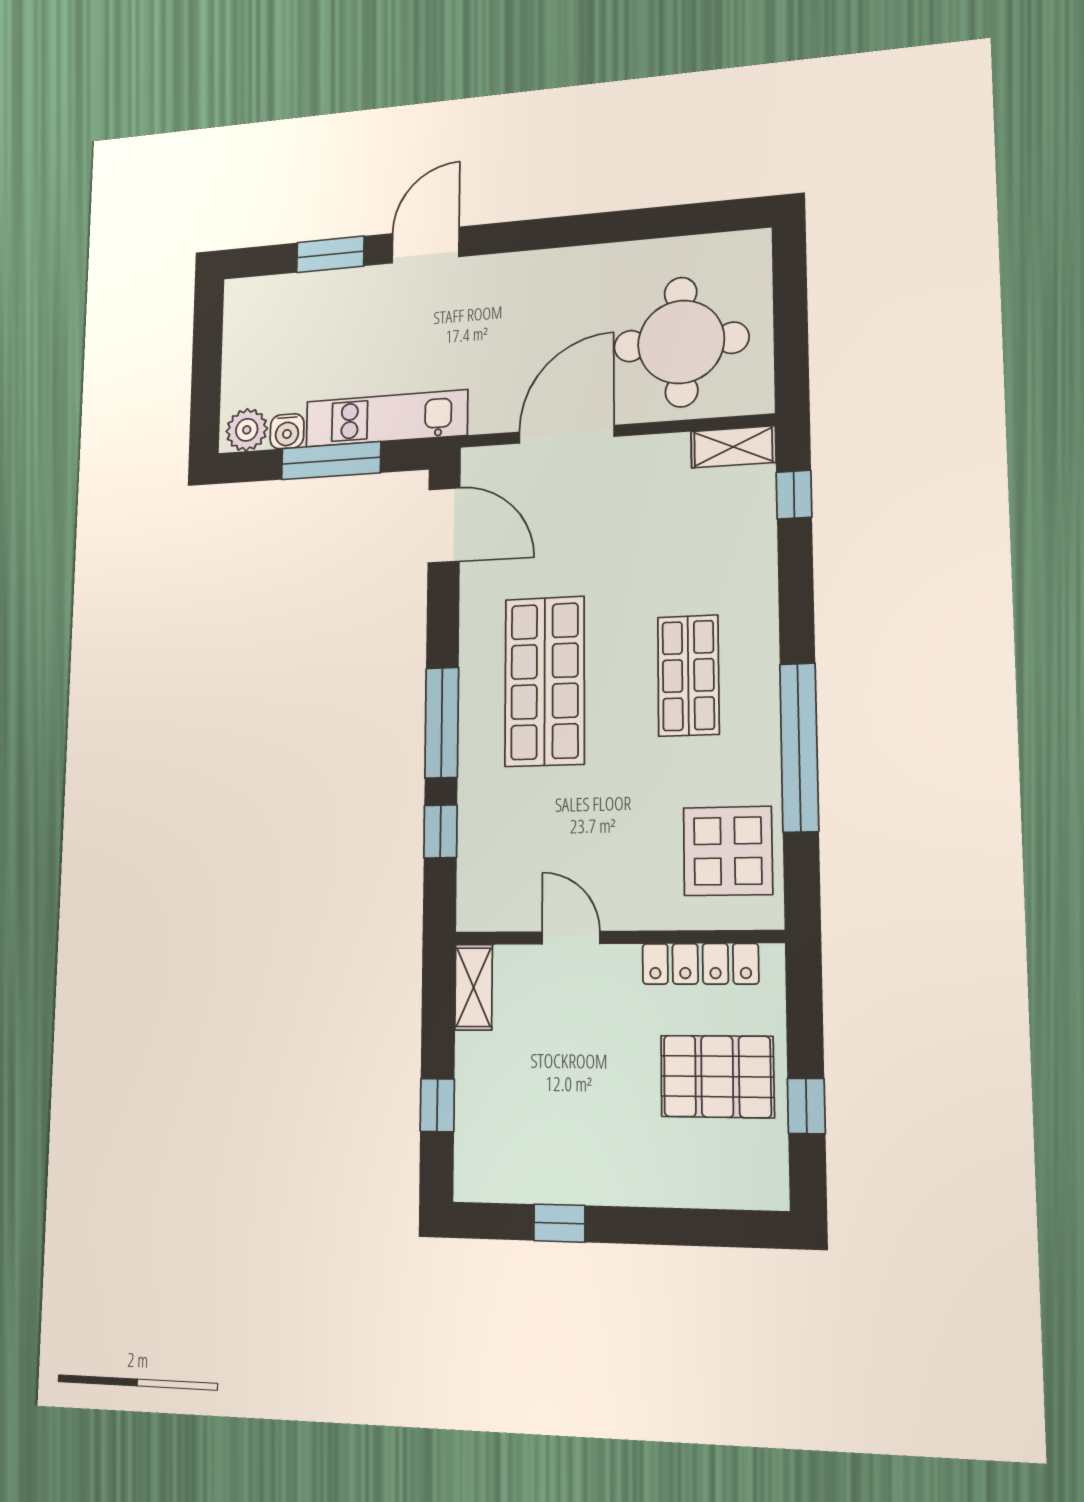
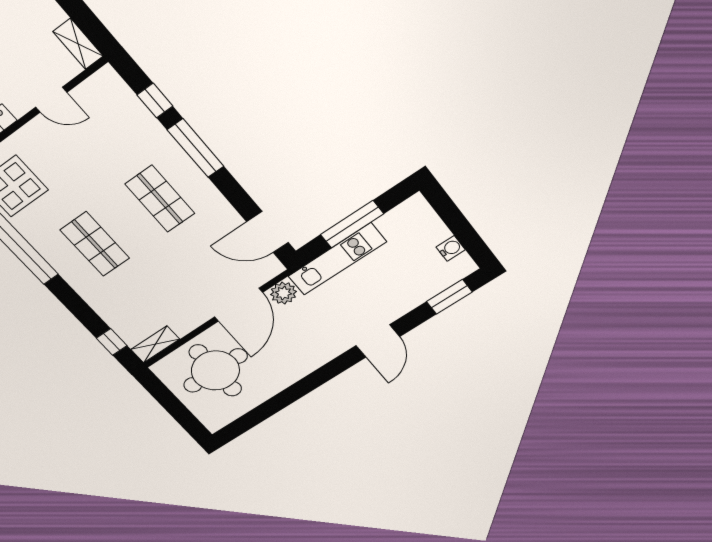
window: (330, 254) -> (449, 297), moved
plant: (247, 430) -> (283, 293), moved
water cooler: (287, 431) -> (451, 248), moved, turned 90
shop shelf: (545, 681) -> (160, 199), width x0.70, depth x0.74

